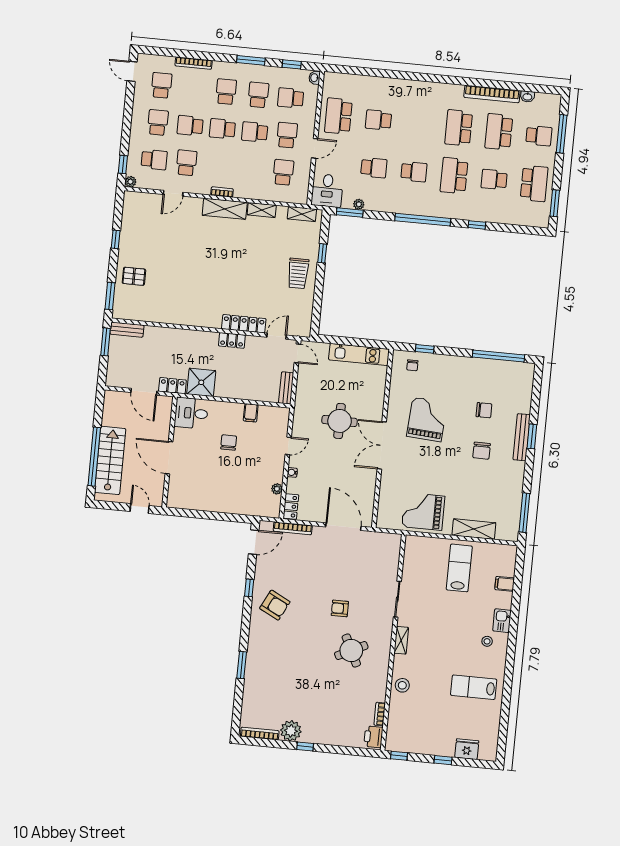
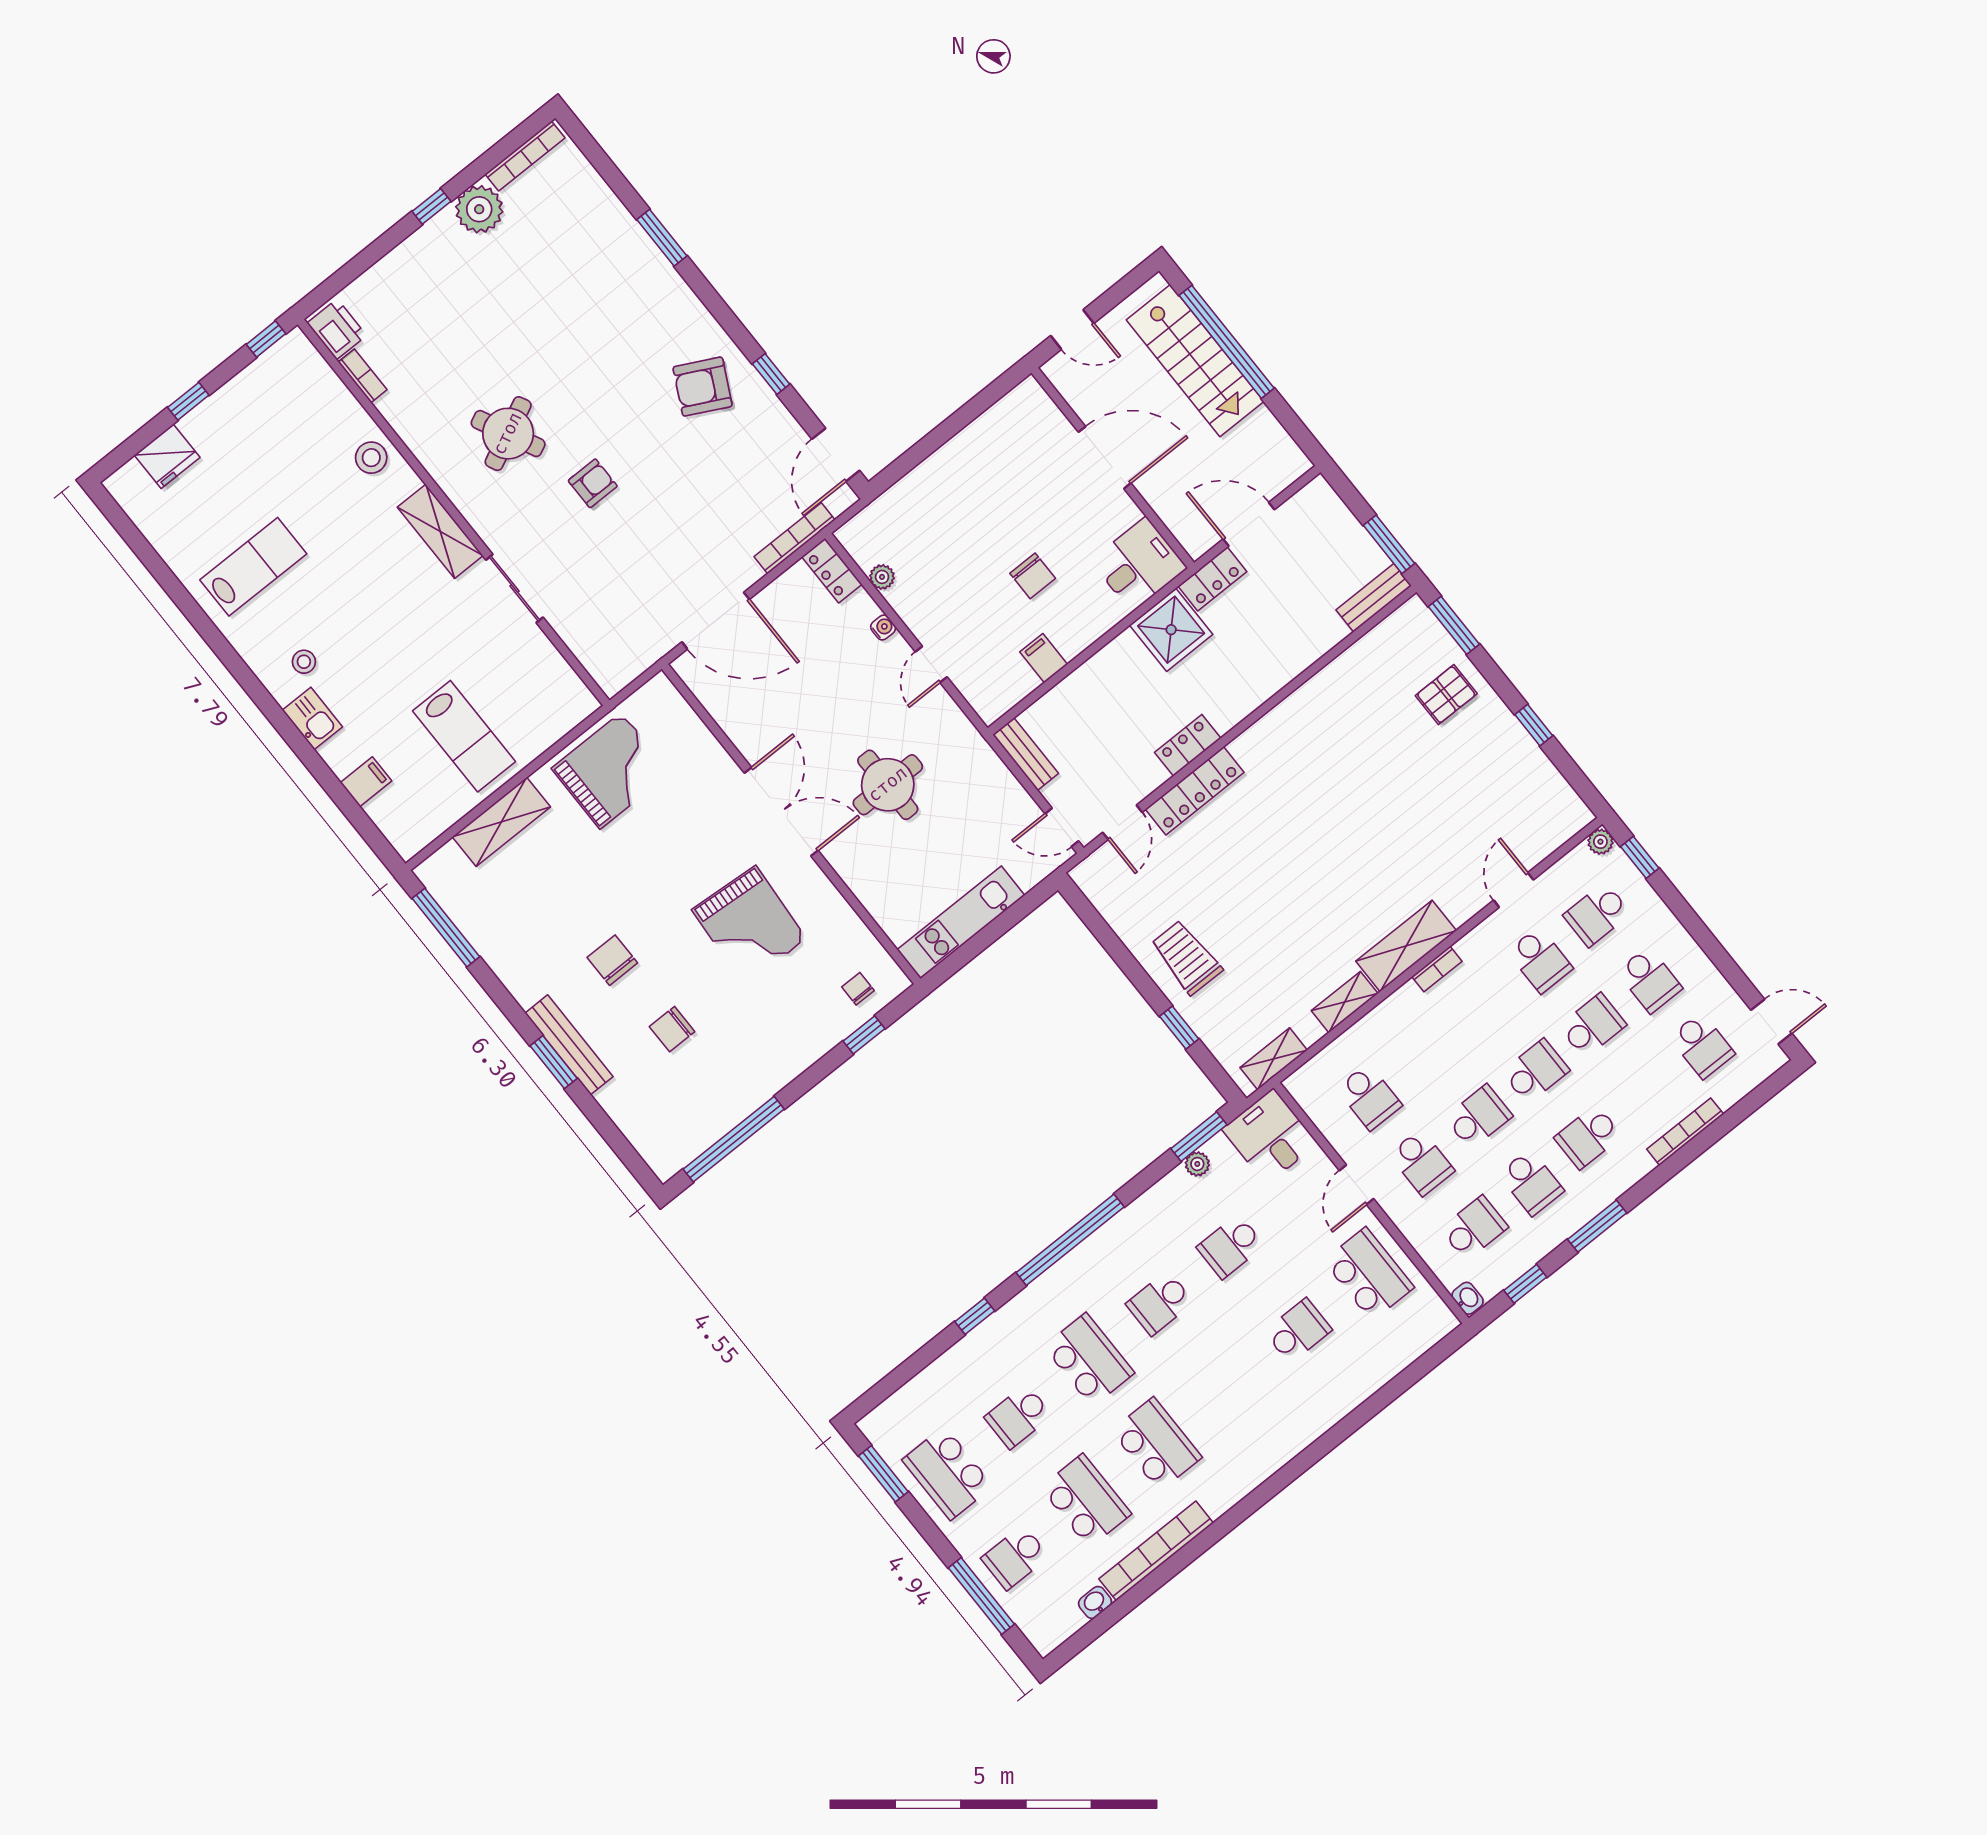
school desk: (226, 92) -> (1588, 1137), turned 90
school desk: (494, 180) -> (1018, 1416), turned 180
shelving: (401, 640) -> (440, 531), width x1.50, depth x1.33

